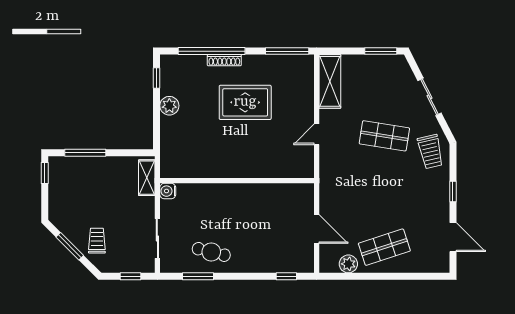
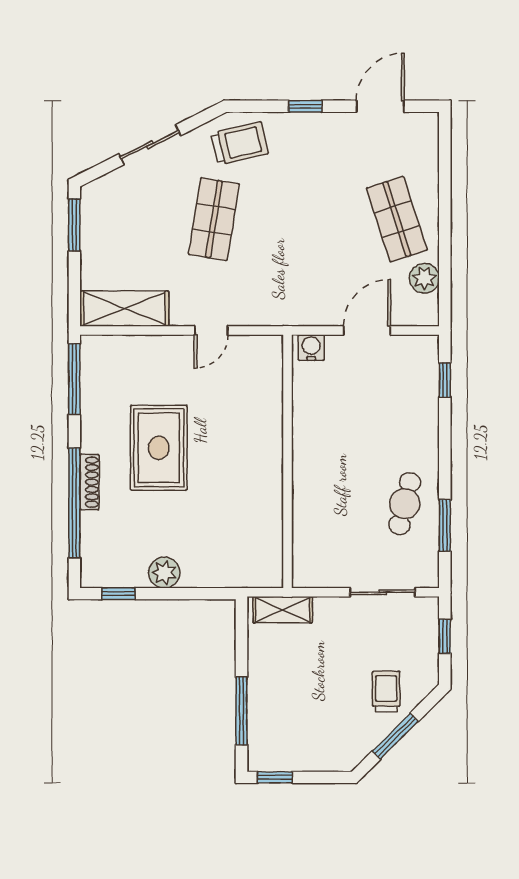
door: (317, 134) -> (211, 330), hinge flipped
water cooler: (168, 191) -> (311, 348), moved, turned 180
trolley: (97, 241) -> (386, 692), turned 90

